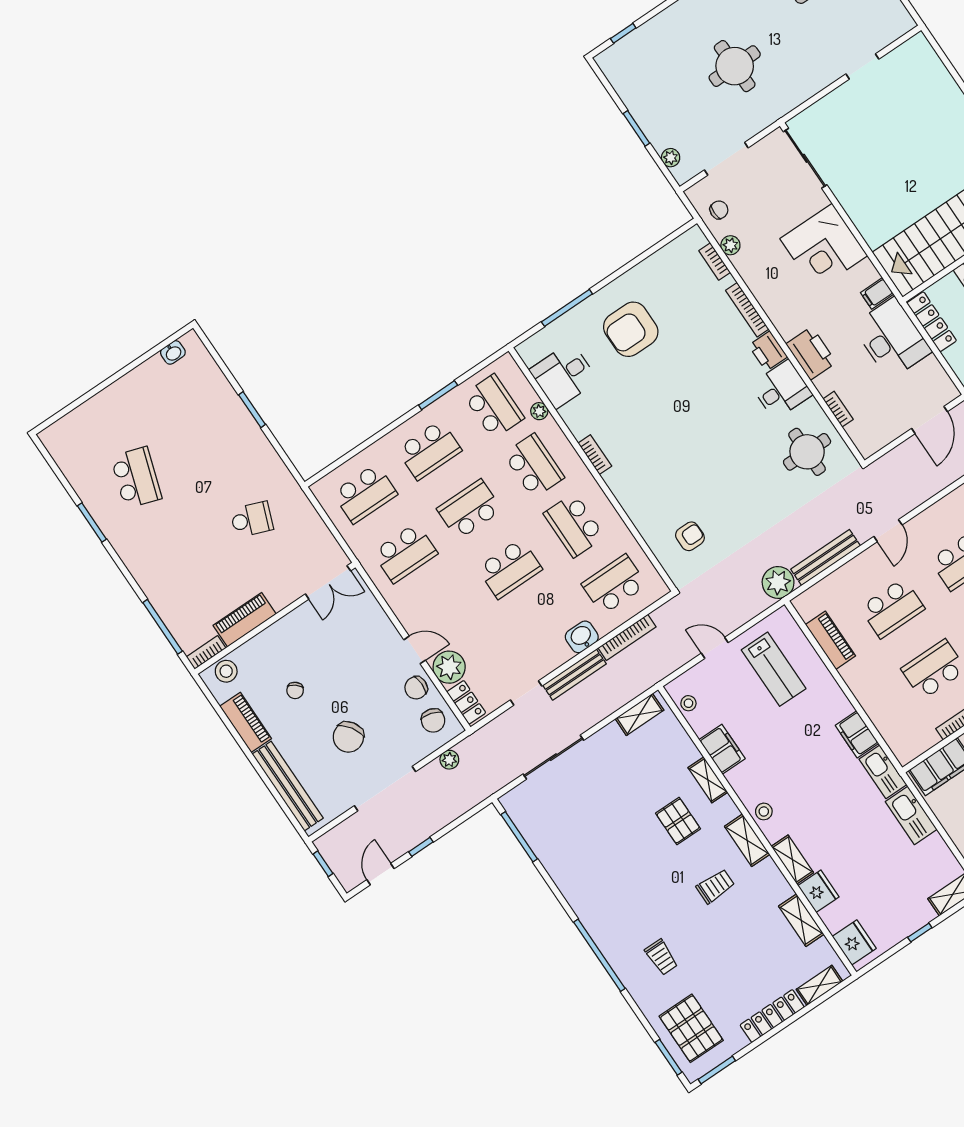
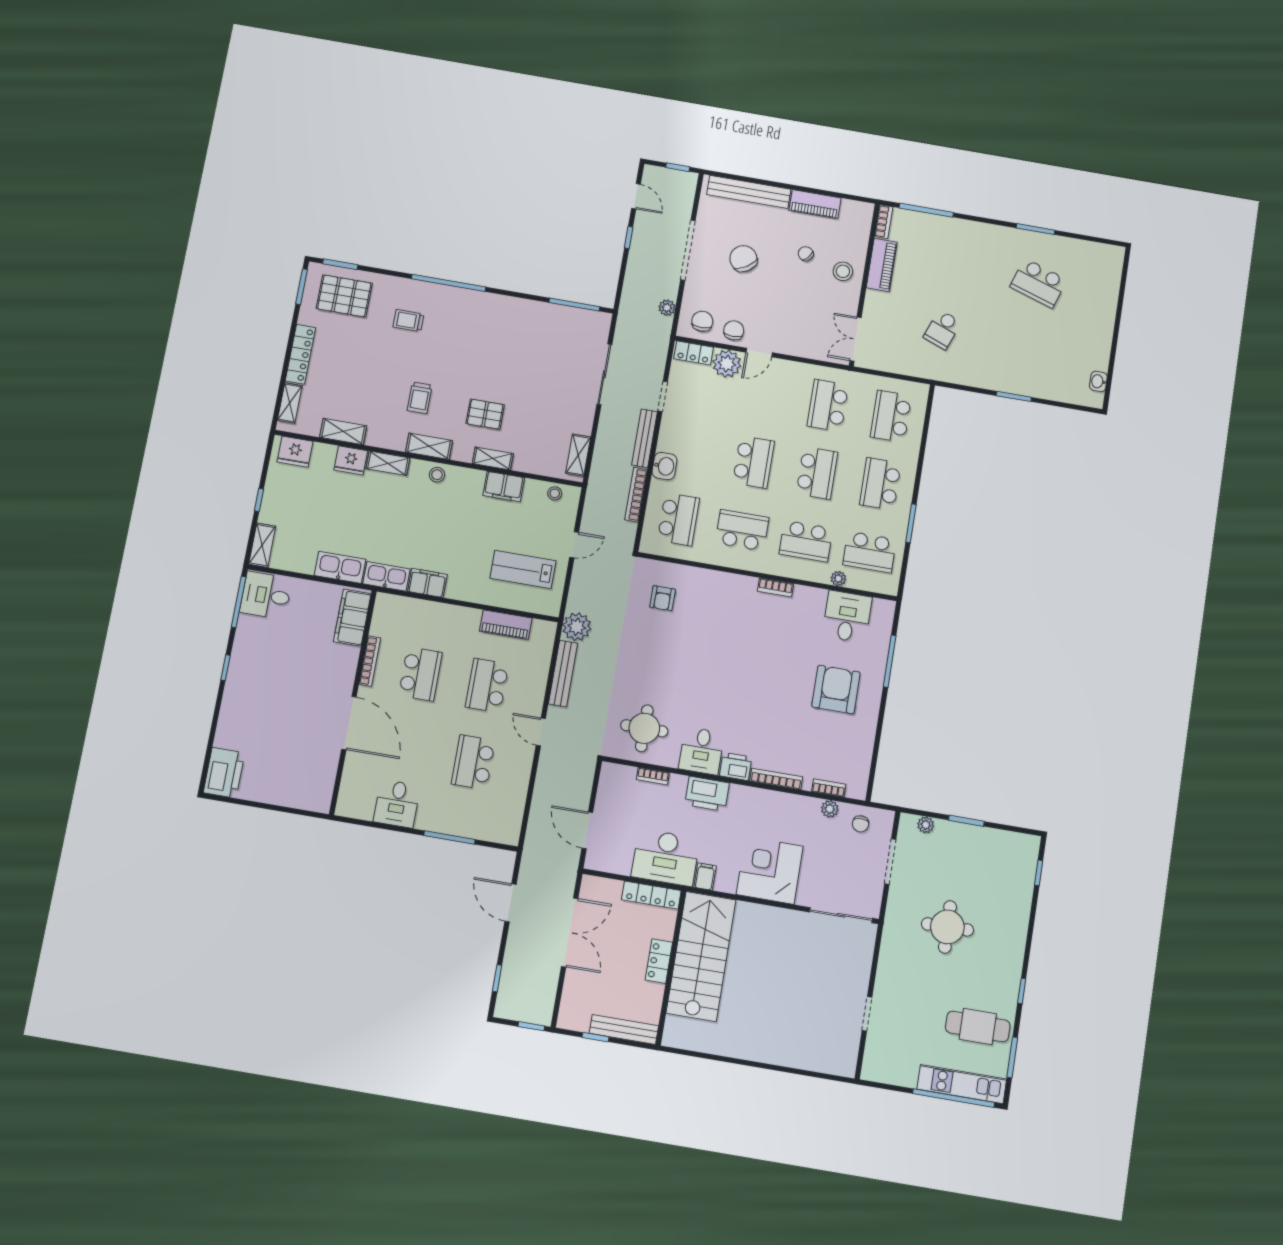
school desk: (510, 569) -> (753, 462), turned 180
stool: (226, 671) -> (843, 271), moved
chair: (433, 720) -> (702, 321), turned 74

